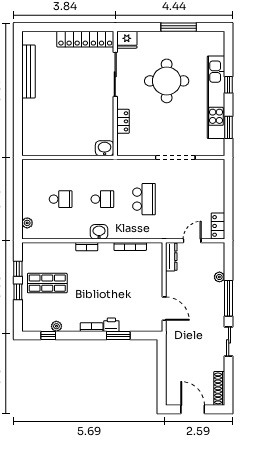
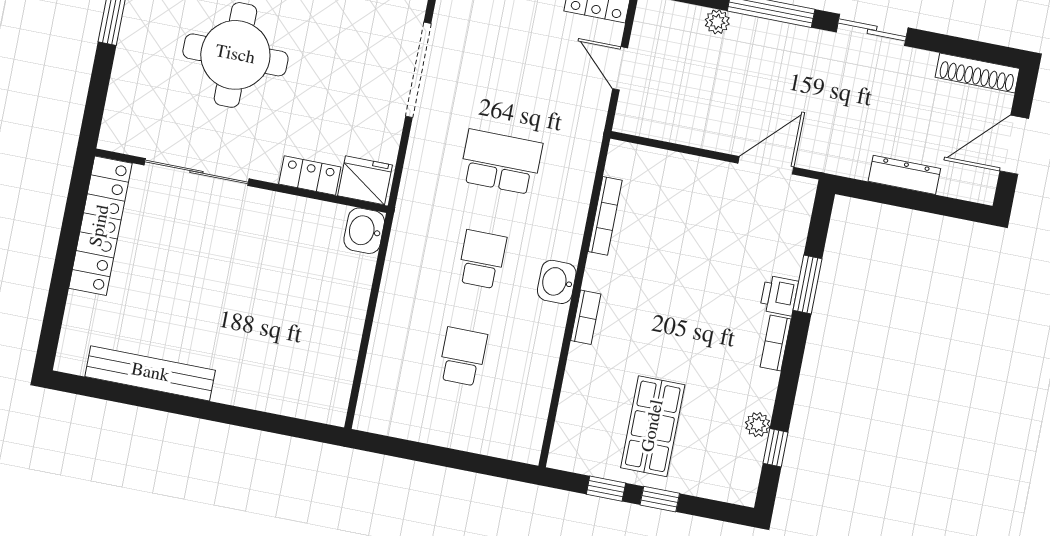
fridge: (127, 40) -> (365, 180), moved, turned -90
plant: (27, 223) -> (503, 446), removed
dresser: (171, 257) -> (904, 175), moved

